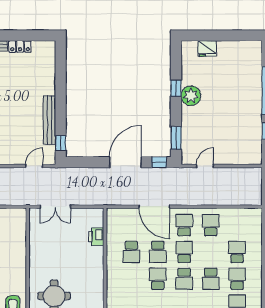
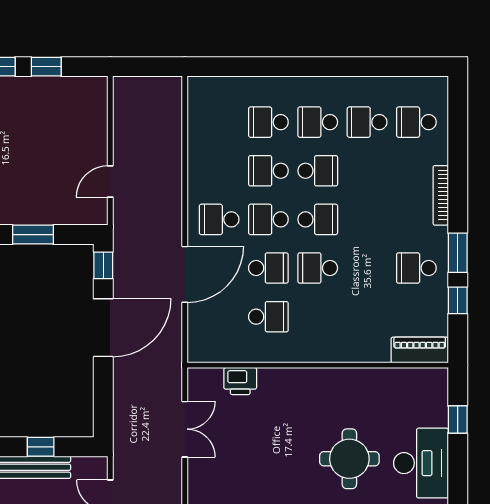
window: (176, 138) -> (33, 235), moved
window: (61, 143) -> (41, 447), moved
door: (125, 162) -> (103, 328), swing flipped
door: (205, 166) -> (110, 182), hinge flipped
double door: (55, 207) -> (185, 429), moved
school desk: (211, 225) -> (268, 171), moved

